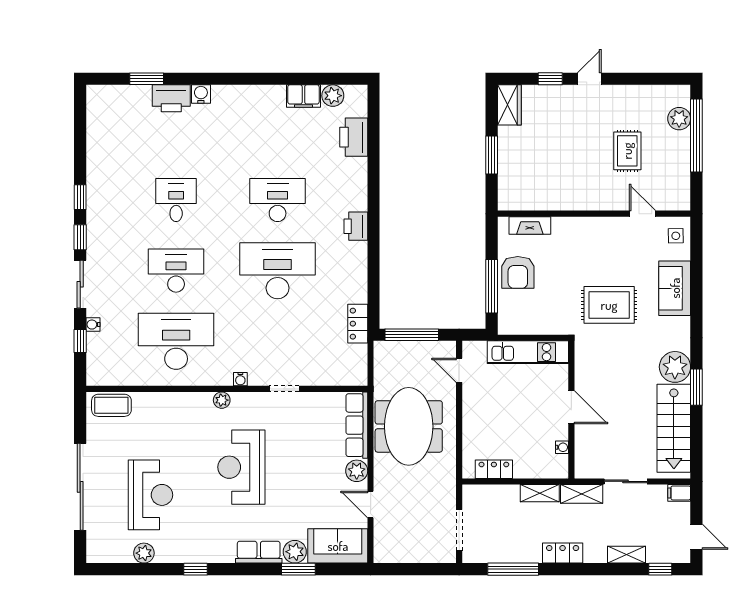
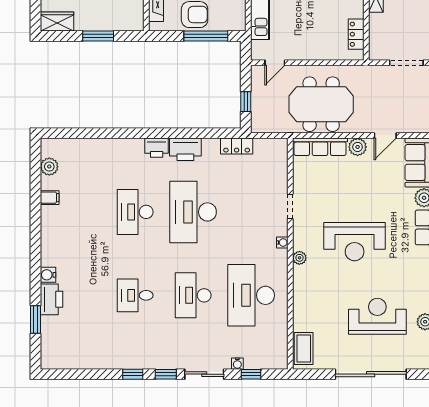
filing cabinet: (303, 96) -> (50, 198), width x0.50
printer: (354, 137) -> (185, 149), moved
window: (412, 335) -> (246, 102), width x0.46

